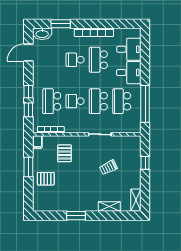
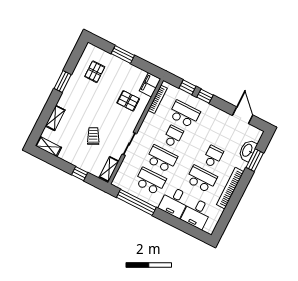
washbasin: (42, 34) -> (248, 150), moved
shelving: (129, 140) -> (109, 169), added
filing cabinet: (37, 142) -> (150, 85), width x2.00
window: (28, 167) -> (123, 54), moved
pallet: (46, 179) -> (95, 72), moved

